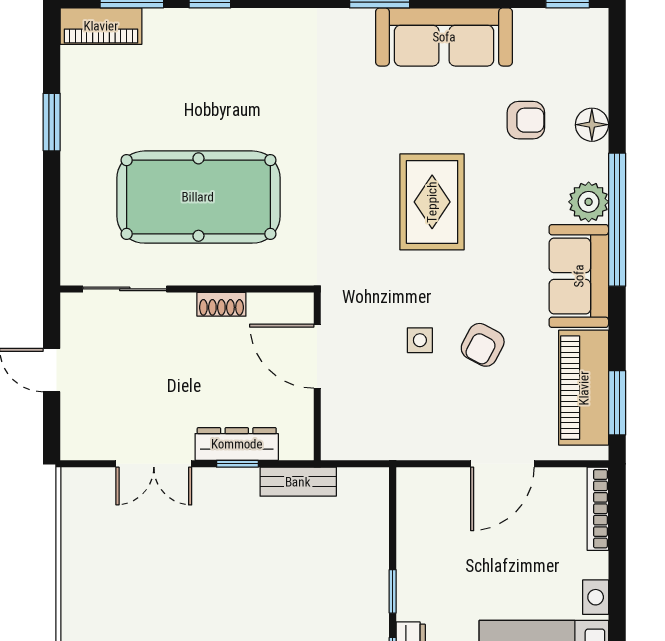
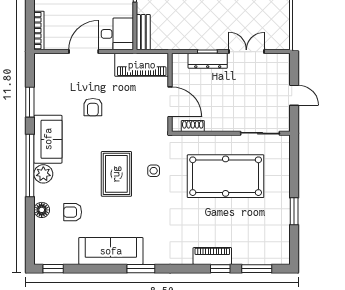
piano: (101, 26) -> (212, 256), moved
shoe rack: (221, 304) -> (193, 126), moved
side table: (420, 340) -> (154, 171), moved
armchair: (483, 345) -> (93, 107), turned 152
piano: (584, 388) -> (142, 65), moved, turned 90
window: (617, 403) -> (30, 102), moved
bench: (298, 482) -> (143, 32), moved, turned 90
desk: (433, 502) -> (116, 34), added

